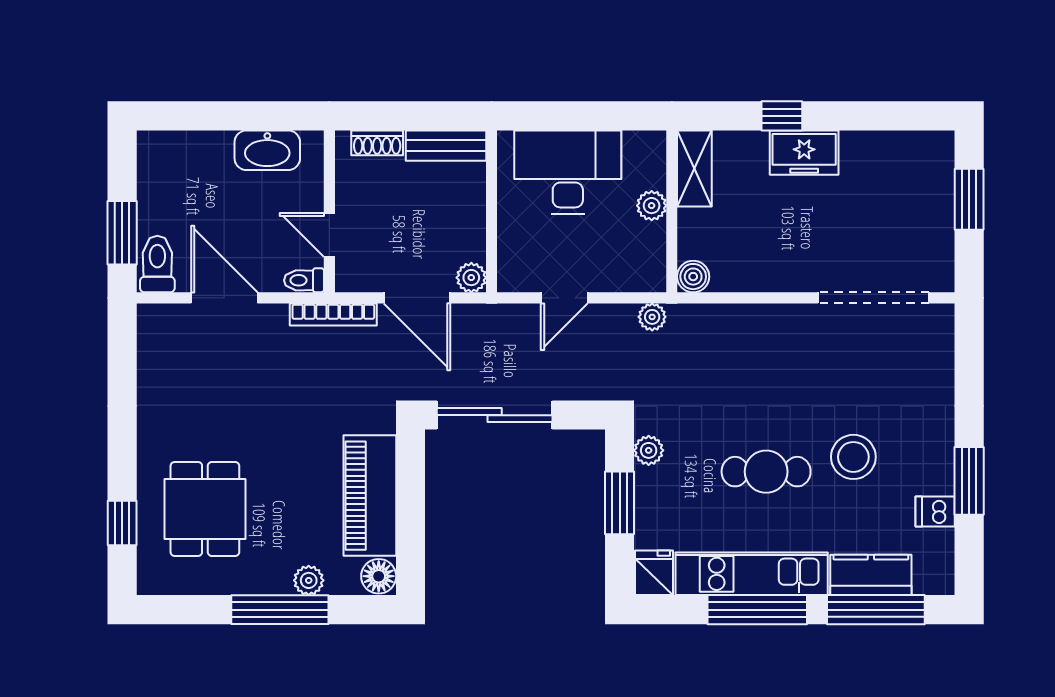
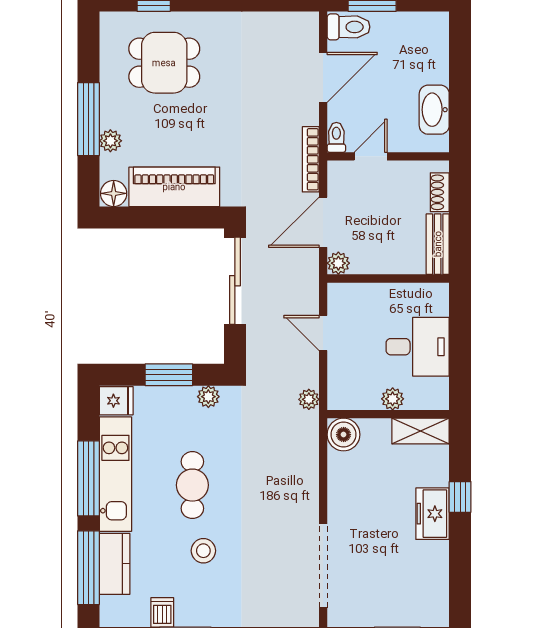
desk: (568, 172) -> (418, 347), width x0.73
boiler: (693, 277) -> (344, 435), width x1.36, depth x1.36
stool: (853, 457) -> (203, 551), width x0.73, depth x0.73

